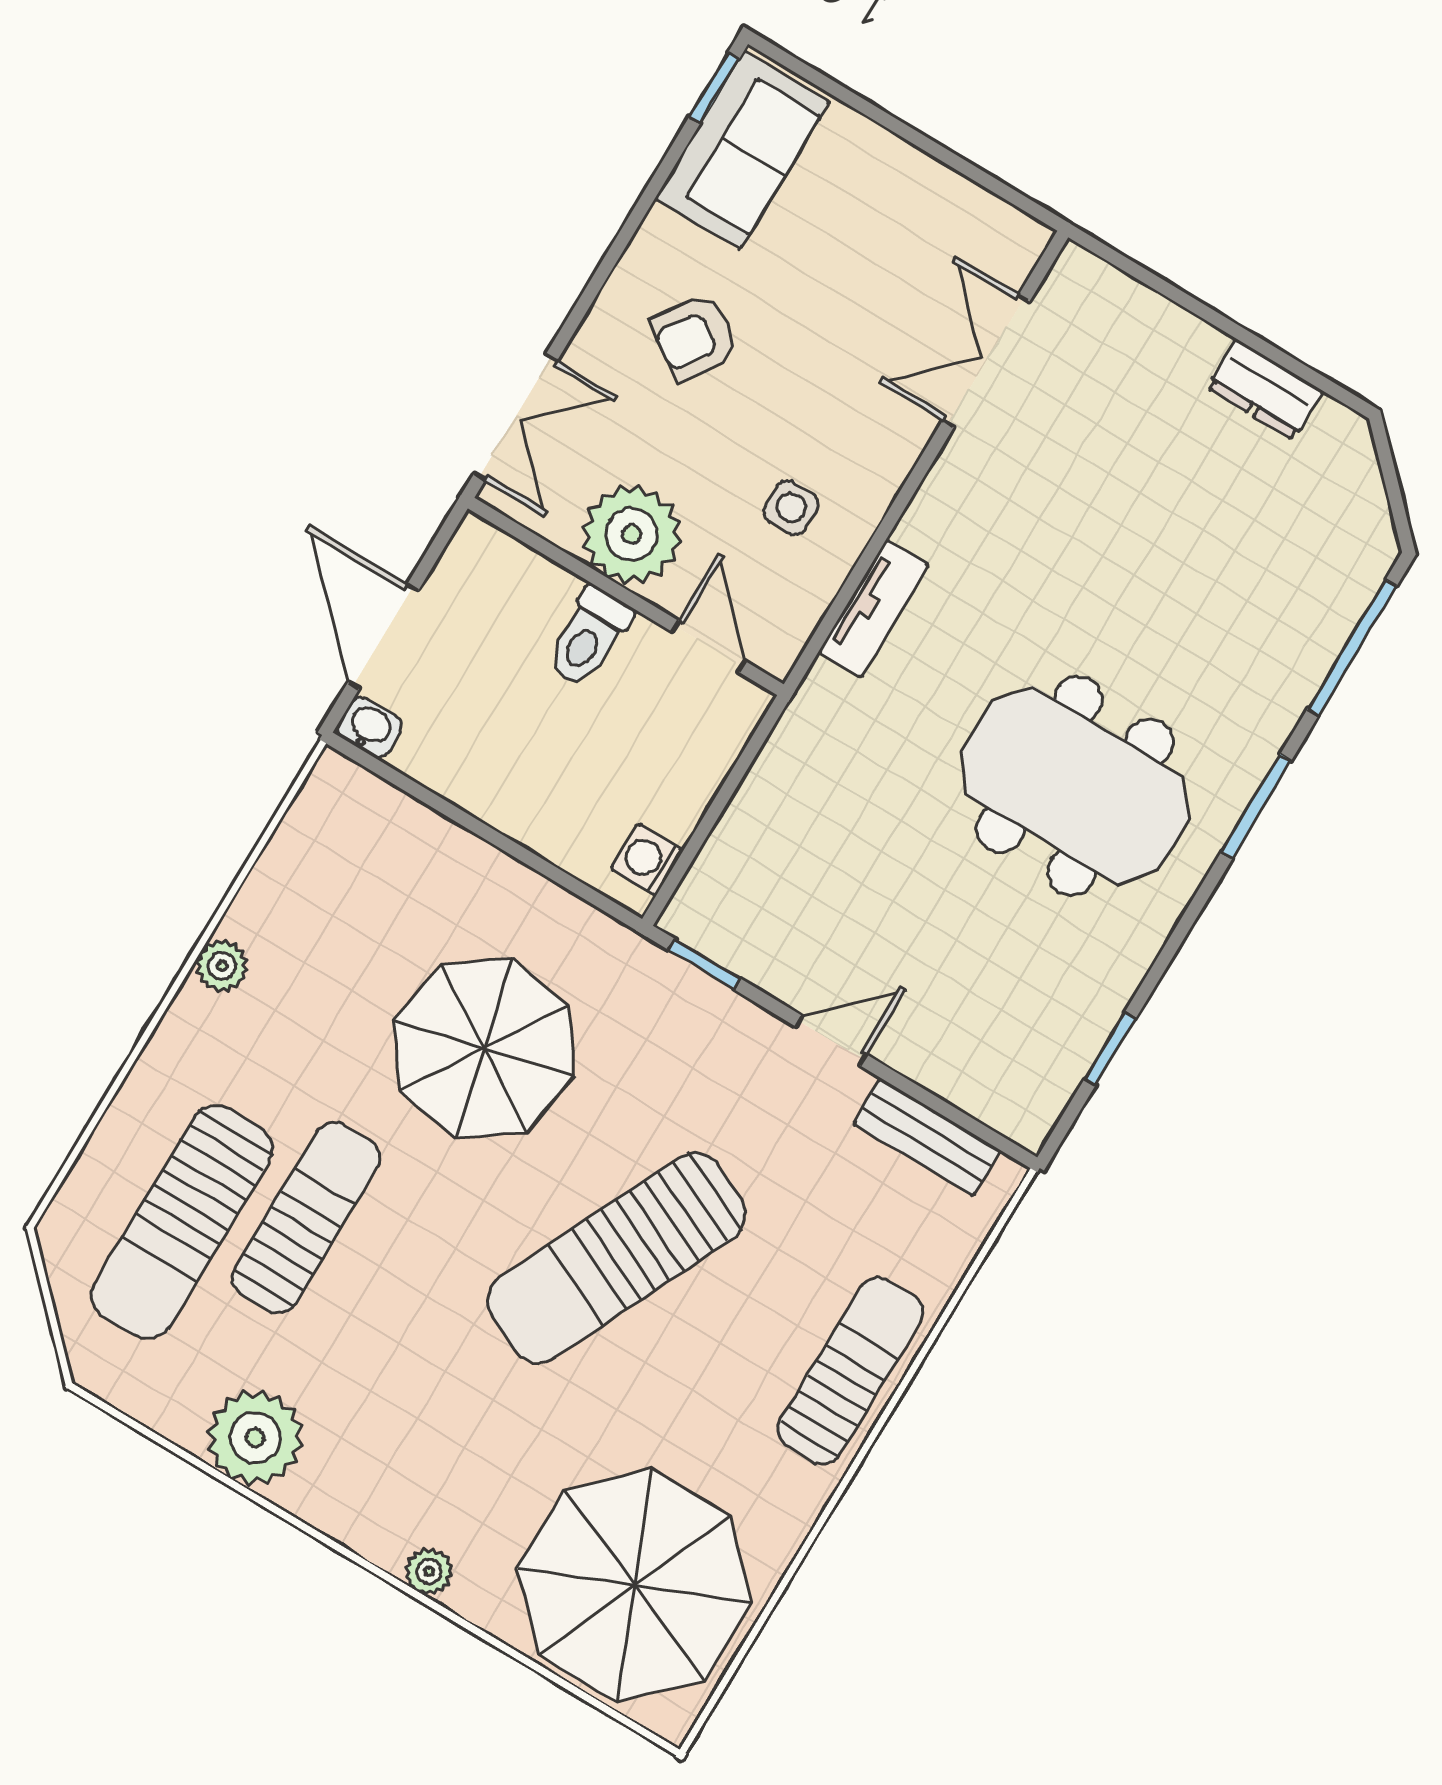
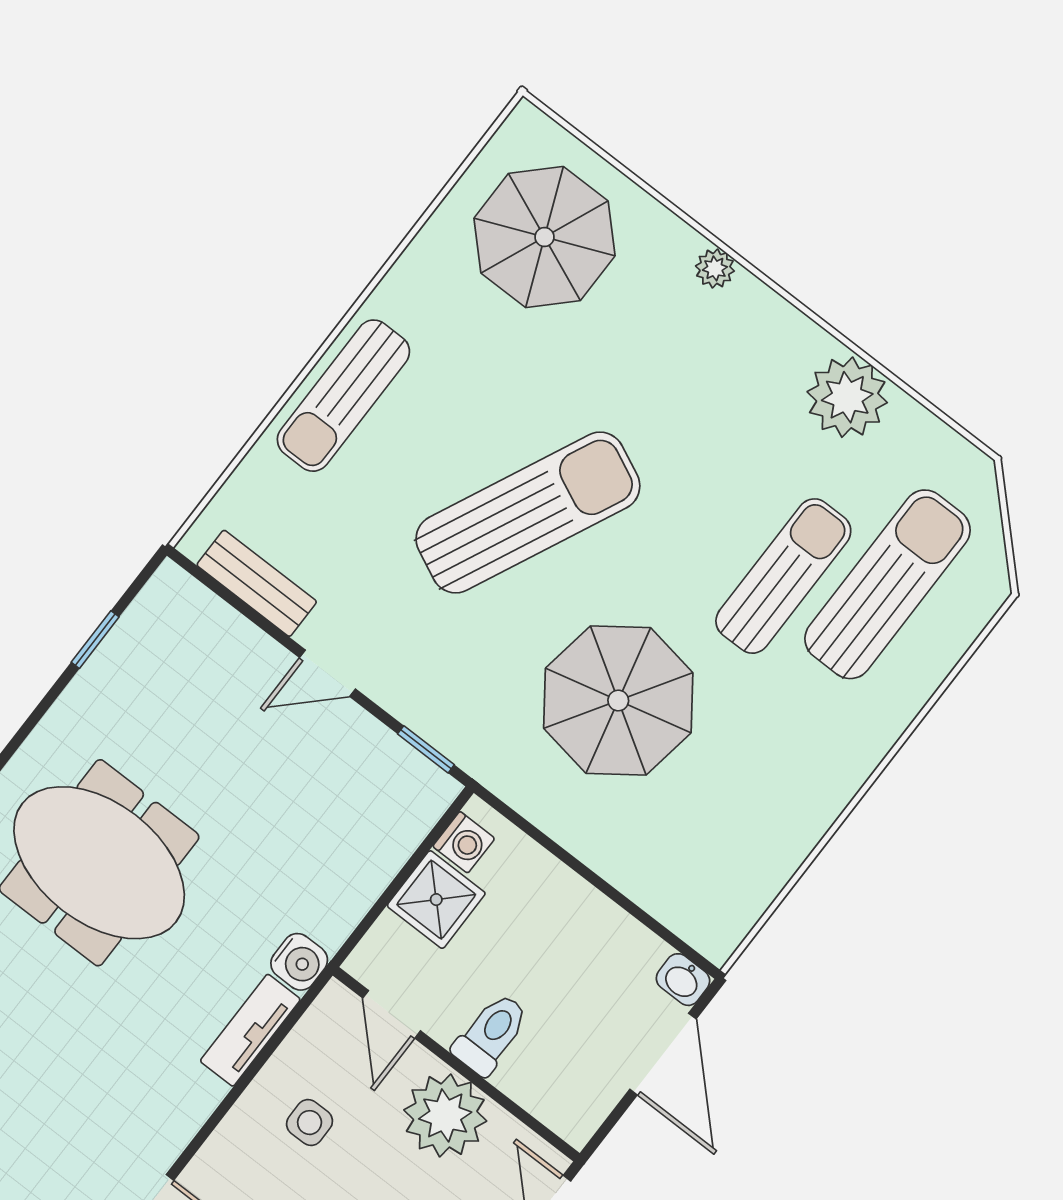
water cooler: (825, 696) -> (299, 962), added
shower: (672, 788) -> (436, 900), added
plant: (222, 966) -> (829, 795), removed
sun lounger: (306, 1218) -> (783, 576), turned 180
parasol: (635, 1585) -> (544, 237), width x0.73, depth x0.73

